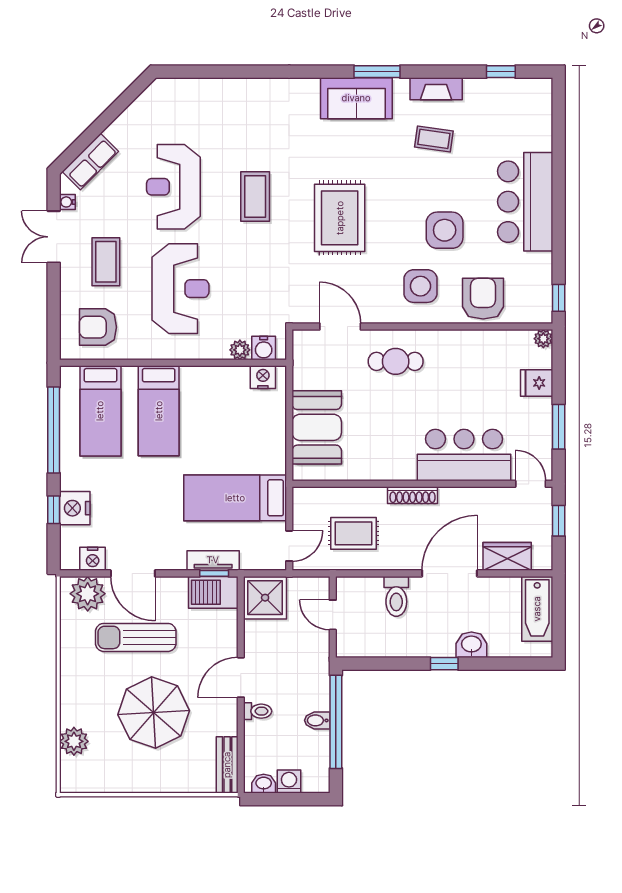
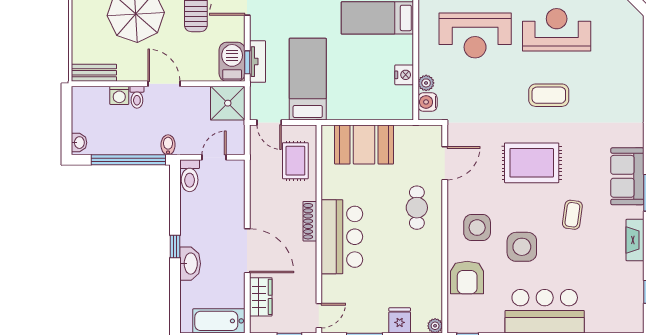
coffee table: (434, 139) -> (572, 215), moved
armchair: (483, 299) -> (467, 278), turned 90
nightstand: (263, 377) -> (404, 75), moved
bar counter: (464, 455) -> (342, 237), moved
rug: (353, 533) -> (295, 161), moved
toilet: (396, 596) -> (190, 176), moved, turned -90
washbasin: (471, 645) -> (190, 264), width x1.38
bidet: (317, 720) -> (168, 145), moved
washing machine: (289, 782) -> (119, 95), moved, turned 90
washbasin: (264, 784) -> (79, 143), moved

